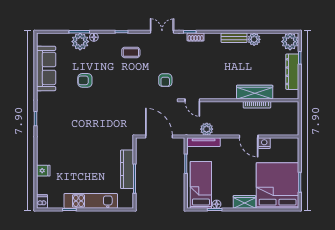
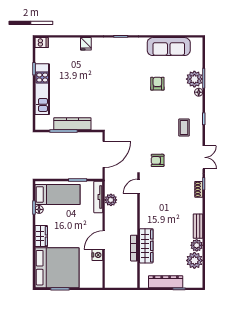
plant: (290, 42) -> (194, 260), moved
fridge: (43, 171) -> (86, 44), moved

